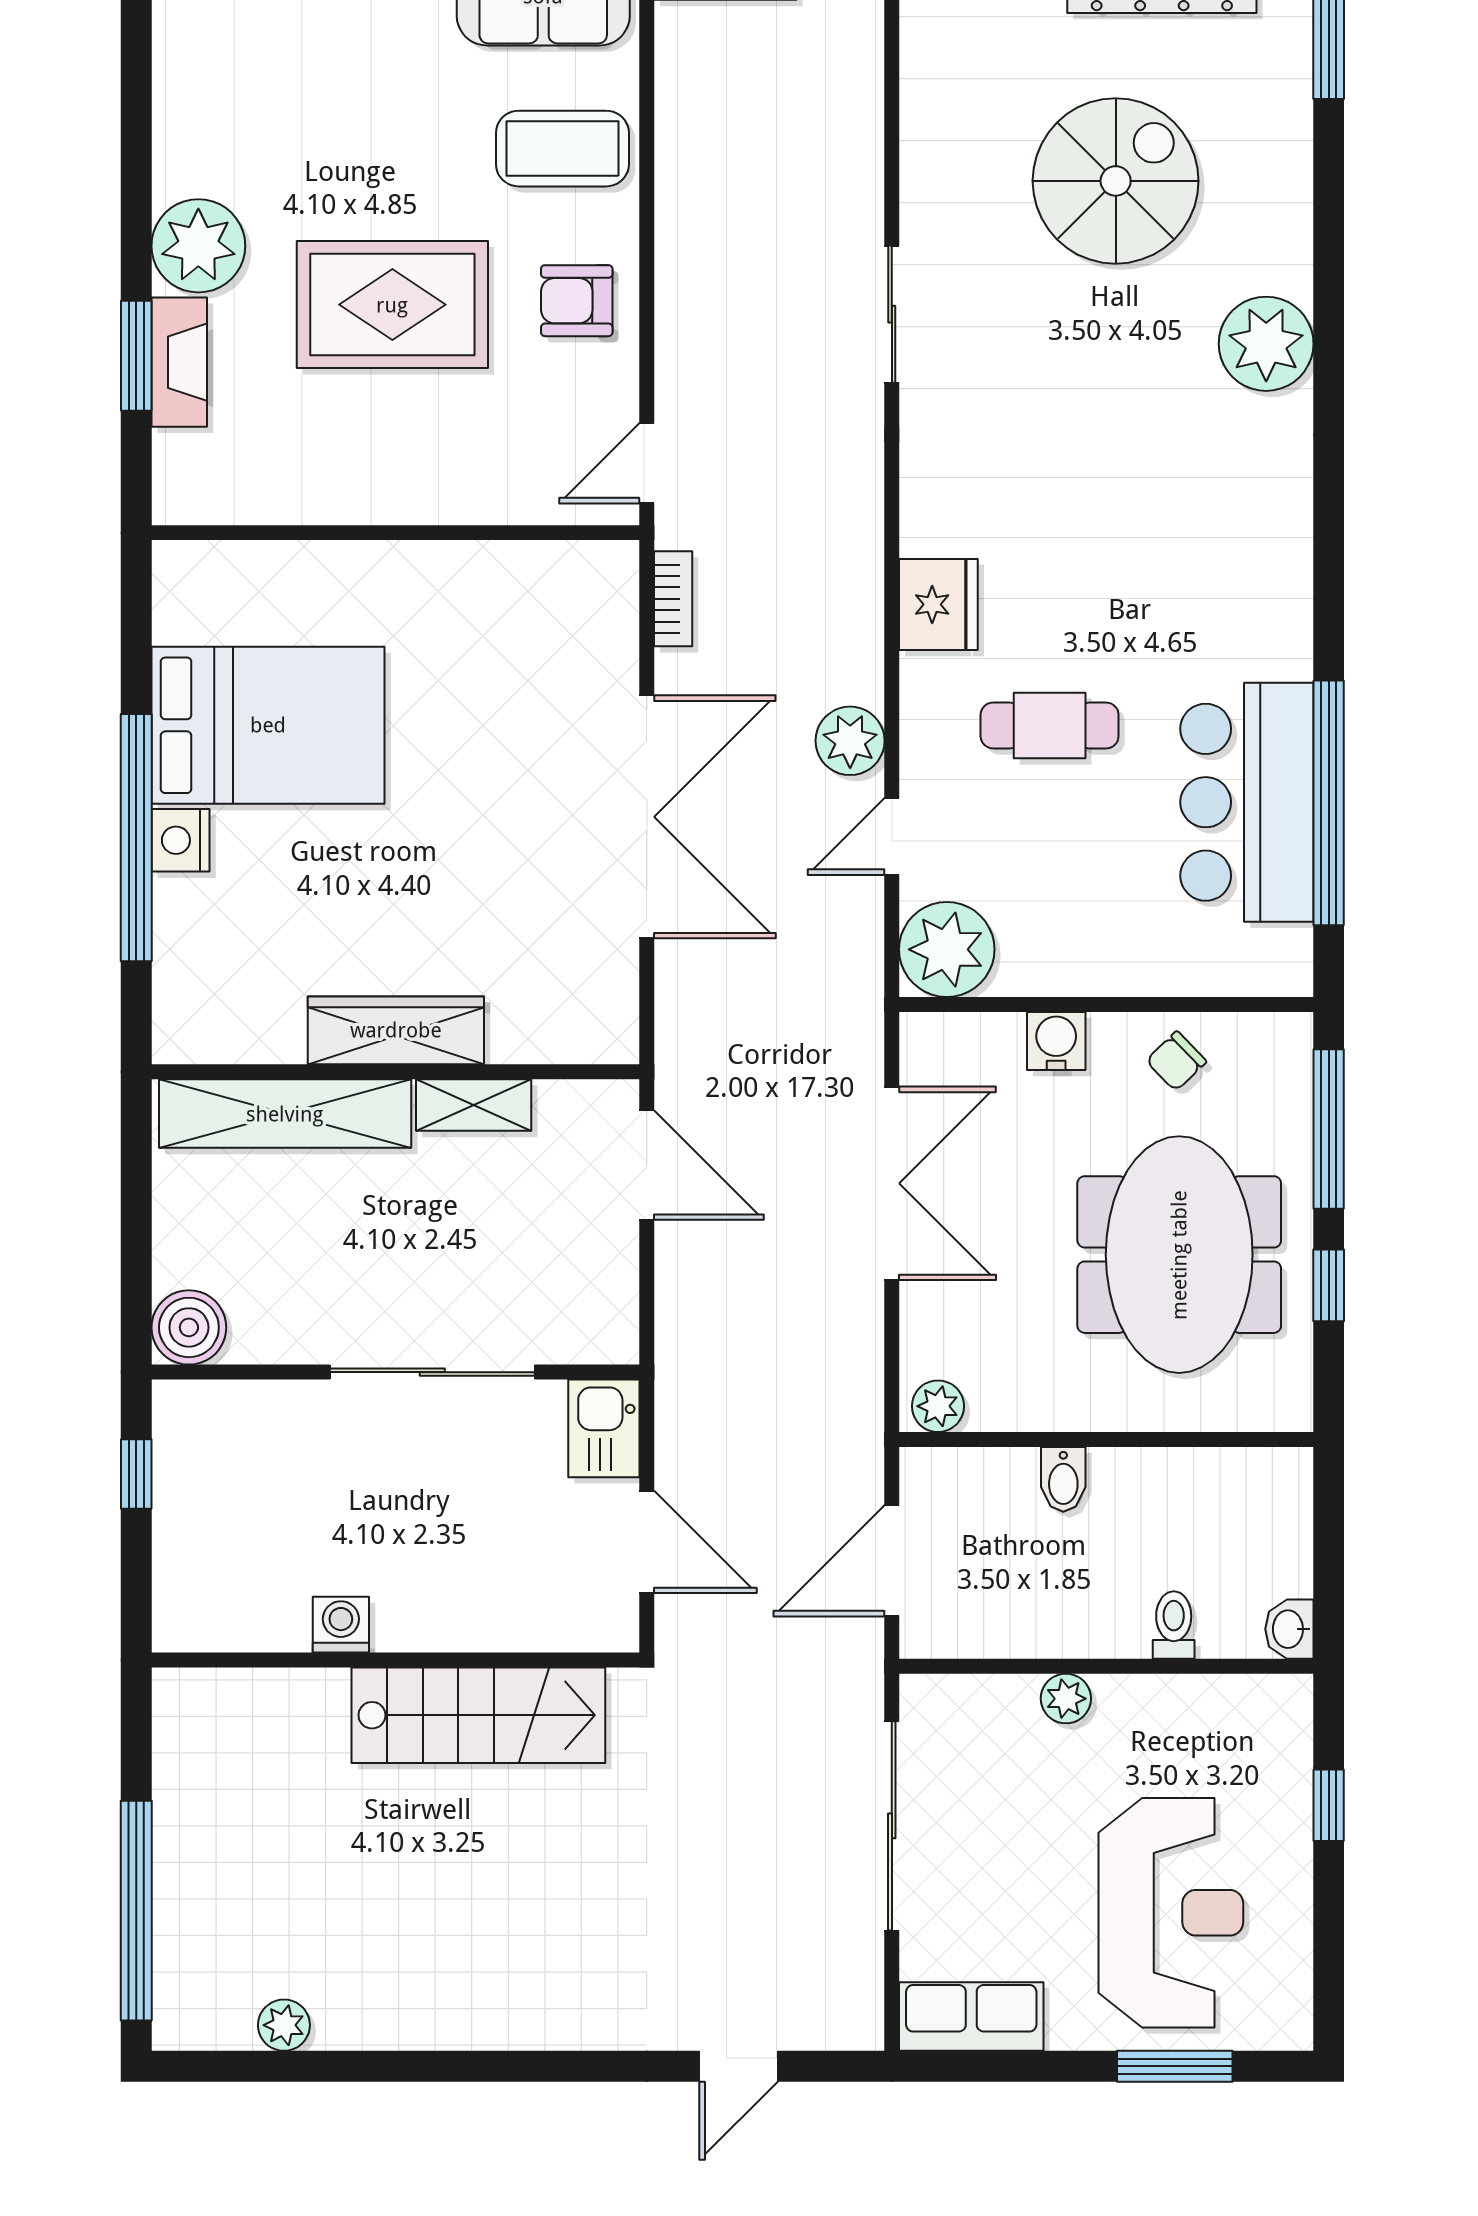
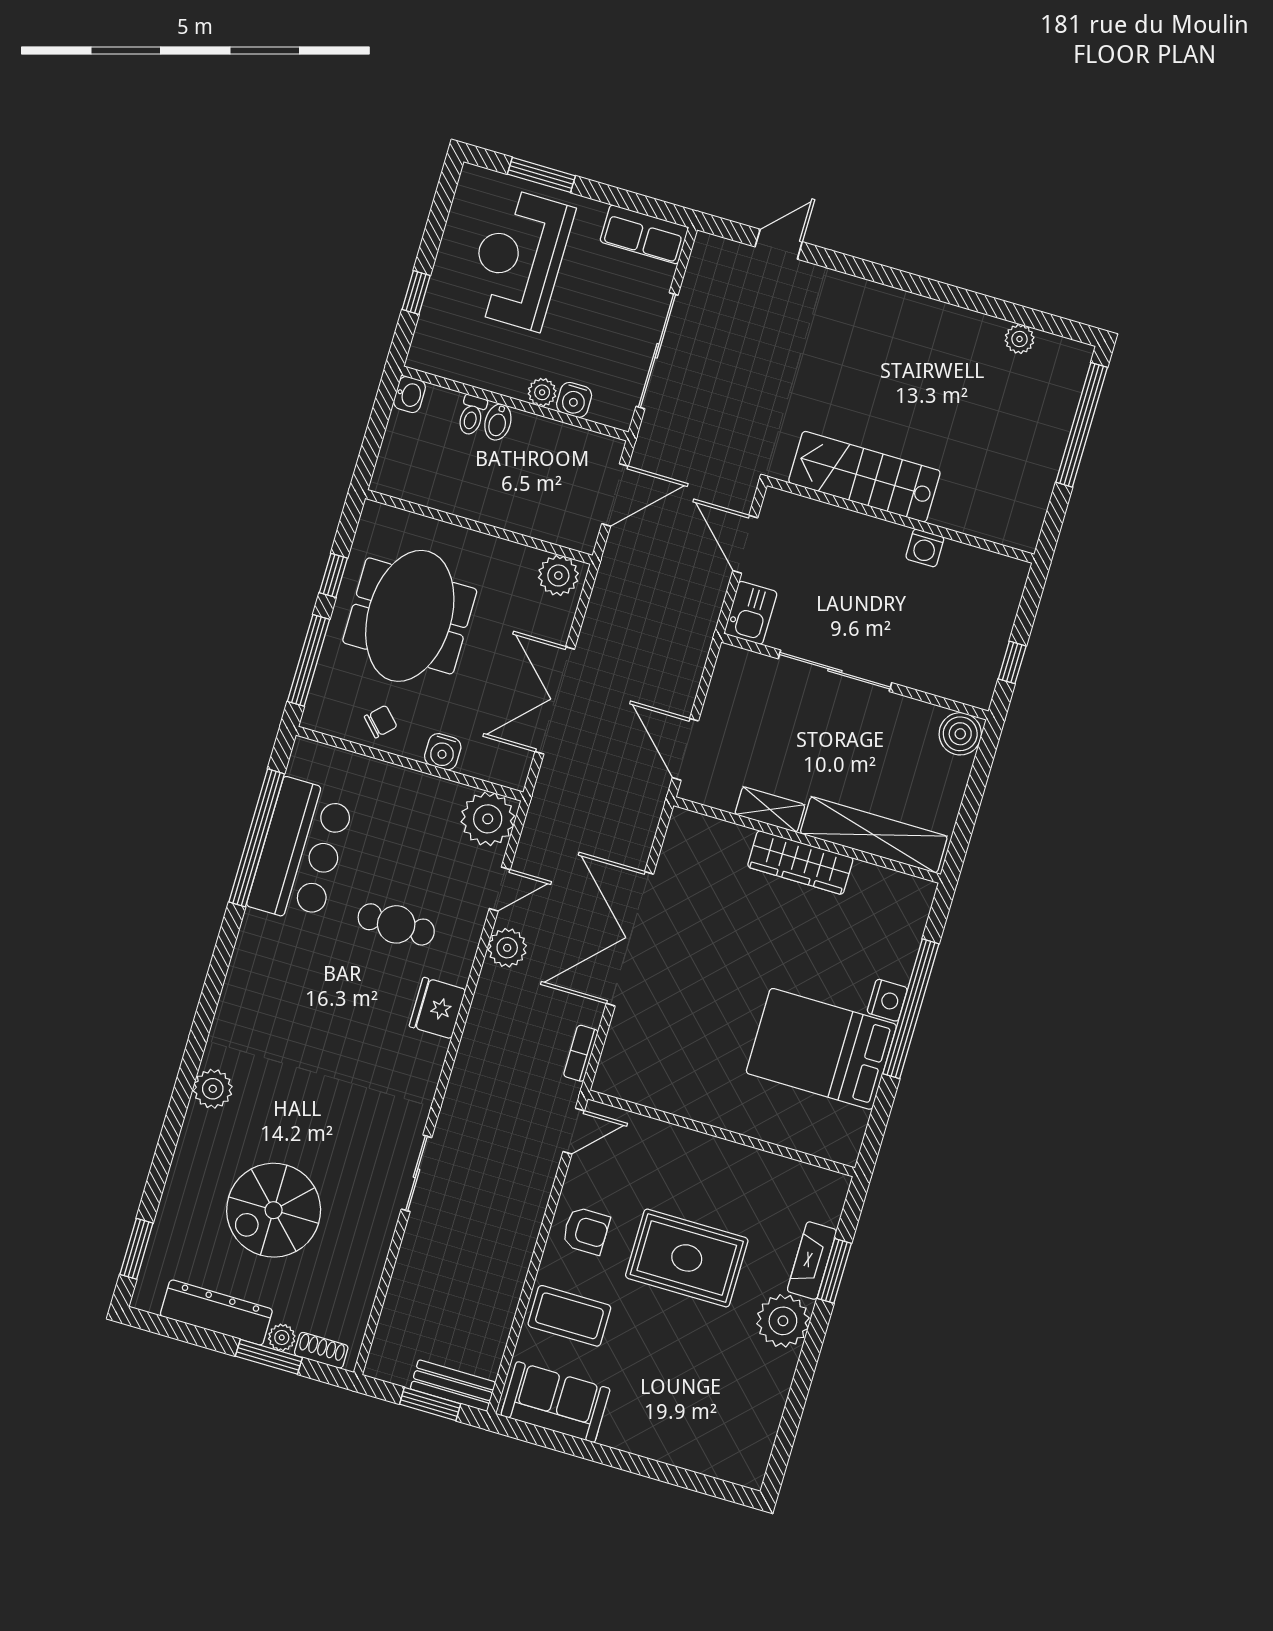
plant: (1266, 344) -> (213, 1089), width x0.73, depth x0.73
plant: (938, 1406) -> (558, 575), width x1.38, depth x1.38
bidet: (1063, 1479) -> (498, 422), moved, turned 180
water cooler: (1008, 1702) -> (574, 400), added

